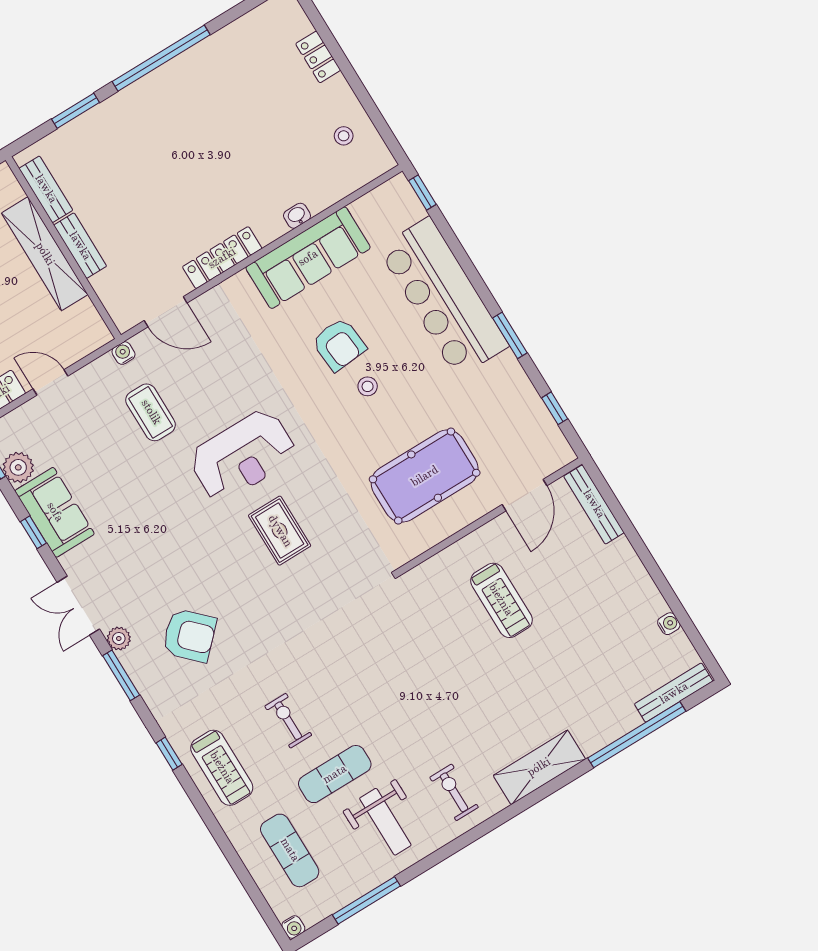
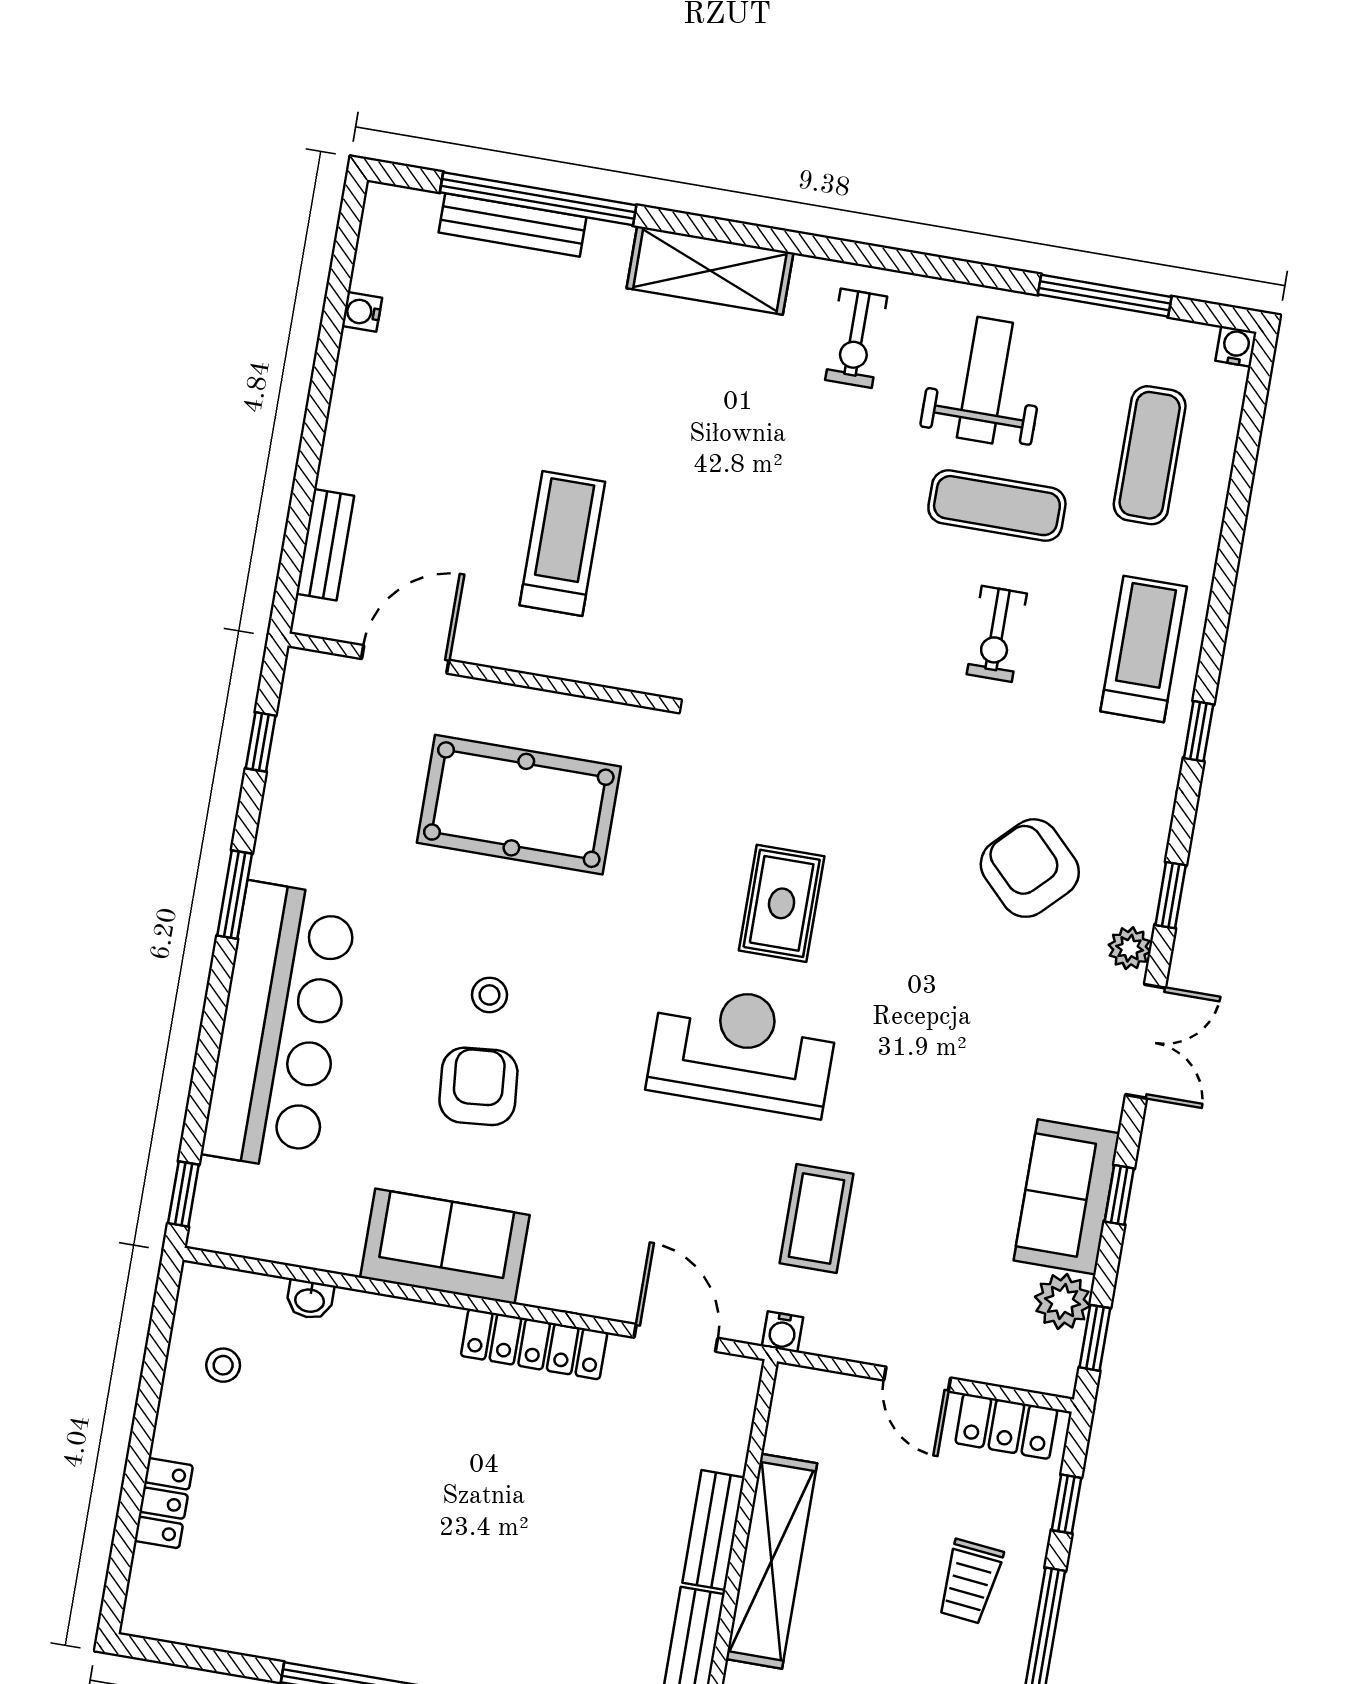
washbasin: (297, 216) -> (310, 1300), moved
sofa: (308, 258) -> (445, 1246), width x0.73
bench: (594, 504) -> (325, 545), width x0.73
window: (121, 675) -> (1171, 895), width x0.67
bench: (674, 693) -> (513, 225), moved

